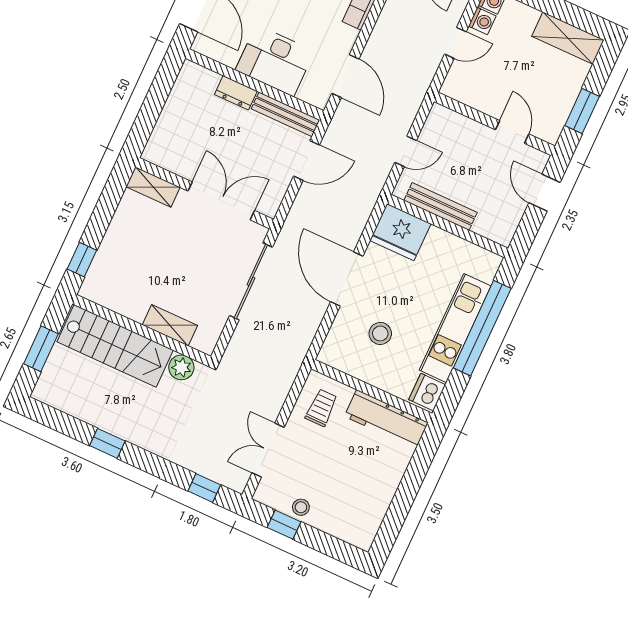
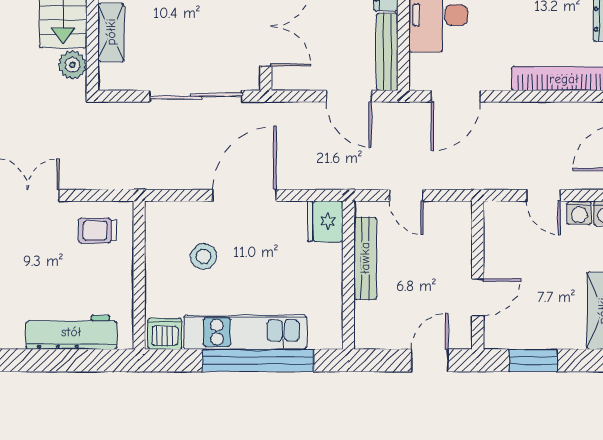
fridge: (400, 232) -> (325, 221), width x0.73, depth x0.75
trolley: (321, 408) -> (98, 231), turned 180
workbench: (386, 419) -> (71, 332), moved, turned 90

